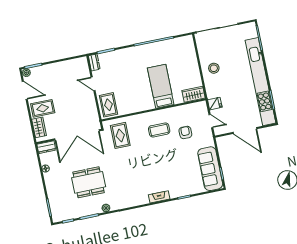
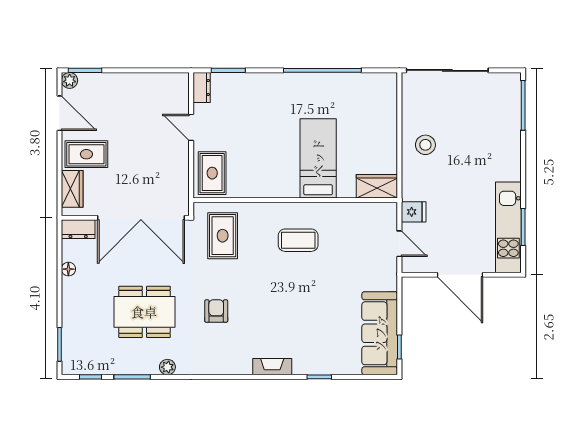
kitchen unit: (260, 82) -> (508, 227), width x0.54
armchair: (185, 132) -> (216, 311), moved

